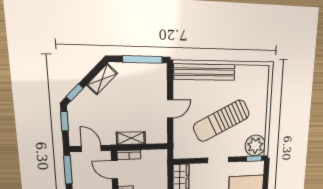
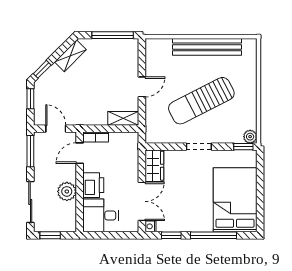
bench: (205, 72) -> (207, 47), moved
shelving: (131, 138) -> (123, 118), moved
plant: (255, 145) -> (250, 137), width x0.53, depth x0.53
door: (115, 170) -> (80, 153), hinge flipped

